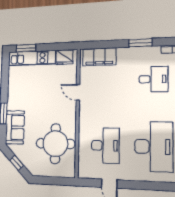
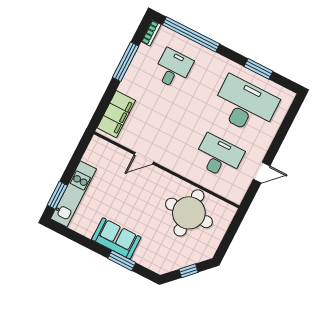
window: (140, 43) -> (126, 62), width x1.44
fridge: (64, 57) -> (94, 154), removed
sofa: (15, 127) -> (116, 238), moved

